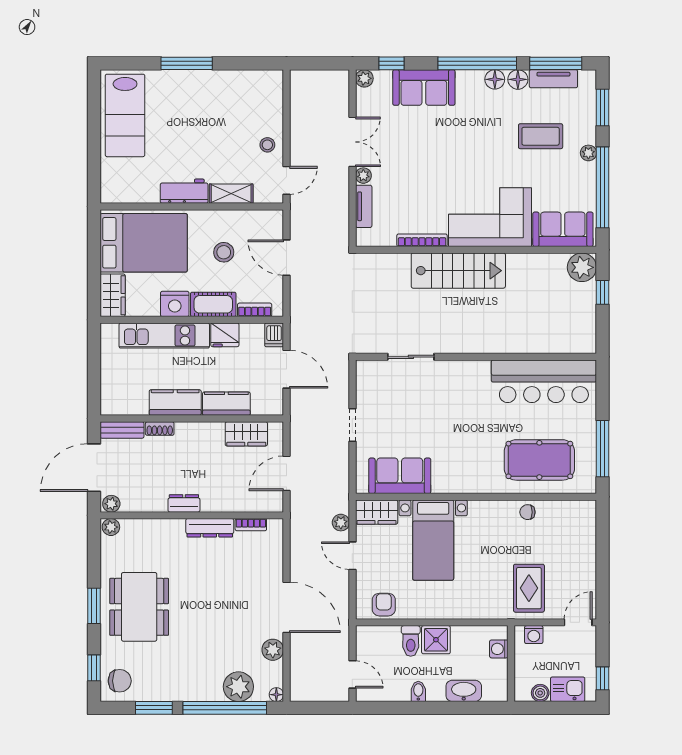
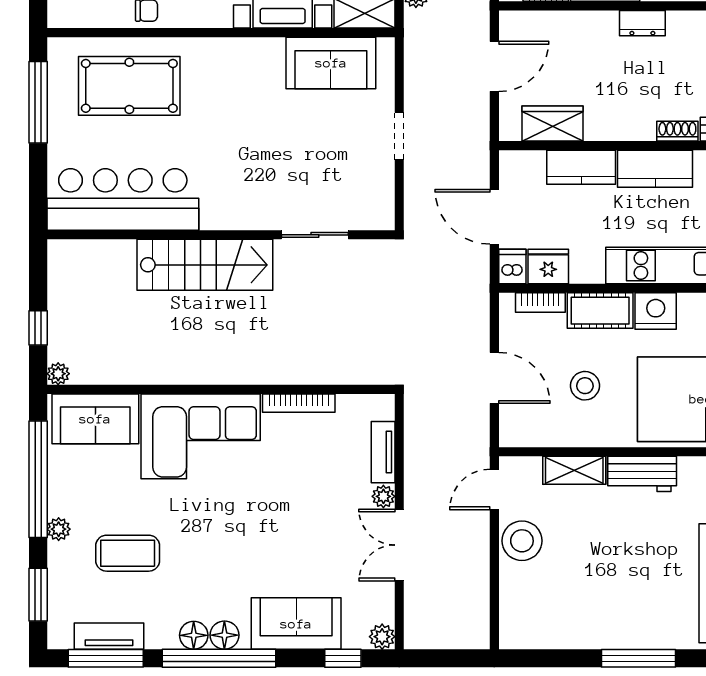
floor lamp: (518, 79) -> (224, 635), moved
stool: (267, 145) -> (522, 541), width x1.89, depth x1.89
plant: (582, 267) -> (58, 374), width x0.53, depth x0.53
stairs: (458, 271) -> (205, 265), moved, turned 180
fridge: (225, 335) -> (548, 267), moved

